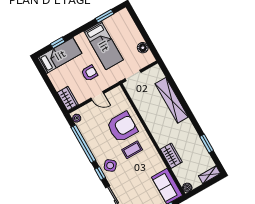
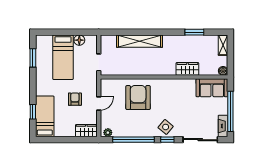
bed: (104, 46) -> (63, 57), moved, turned 90
coffee table: (132, 150) -> (163, 100), removed

